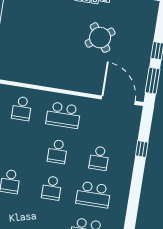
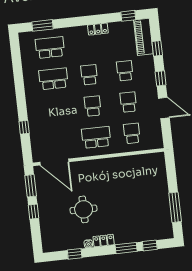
round table: (100, 38) -> (84, 209), turned 36
school desk: (99, 158) -> (128, 102), moved

